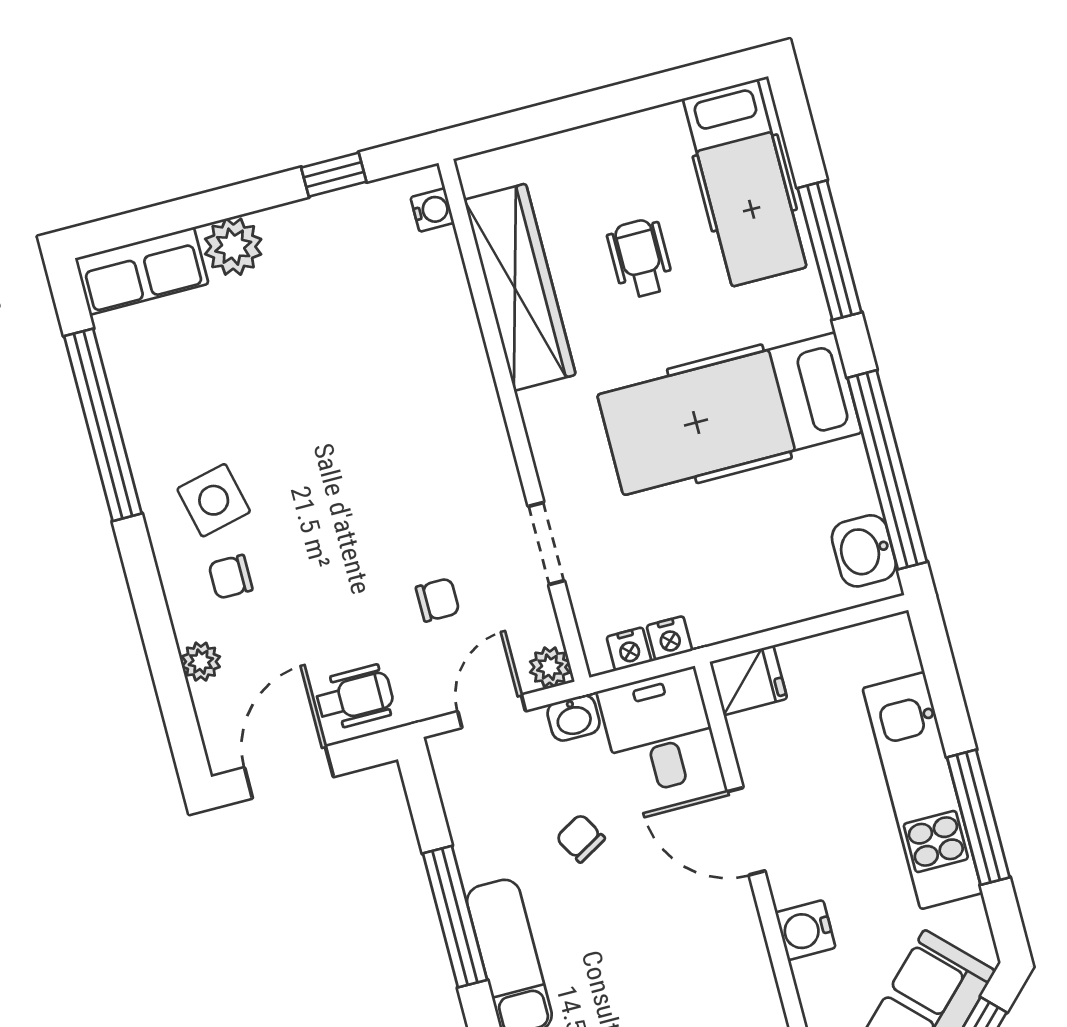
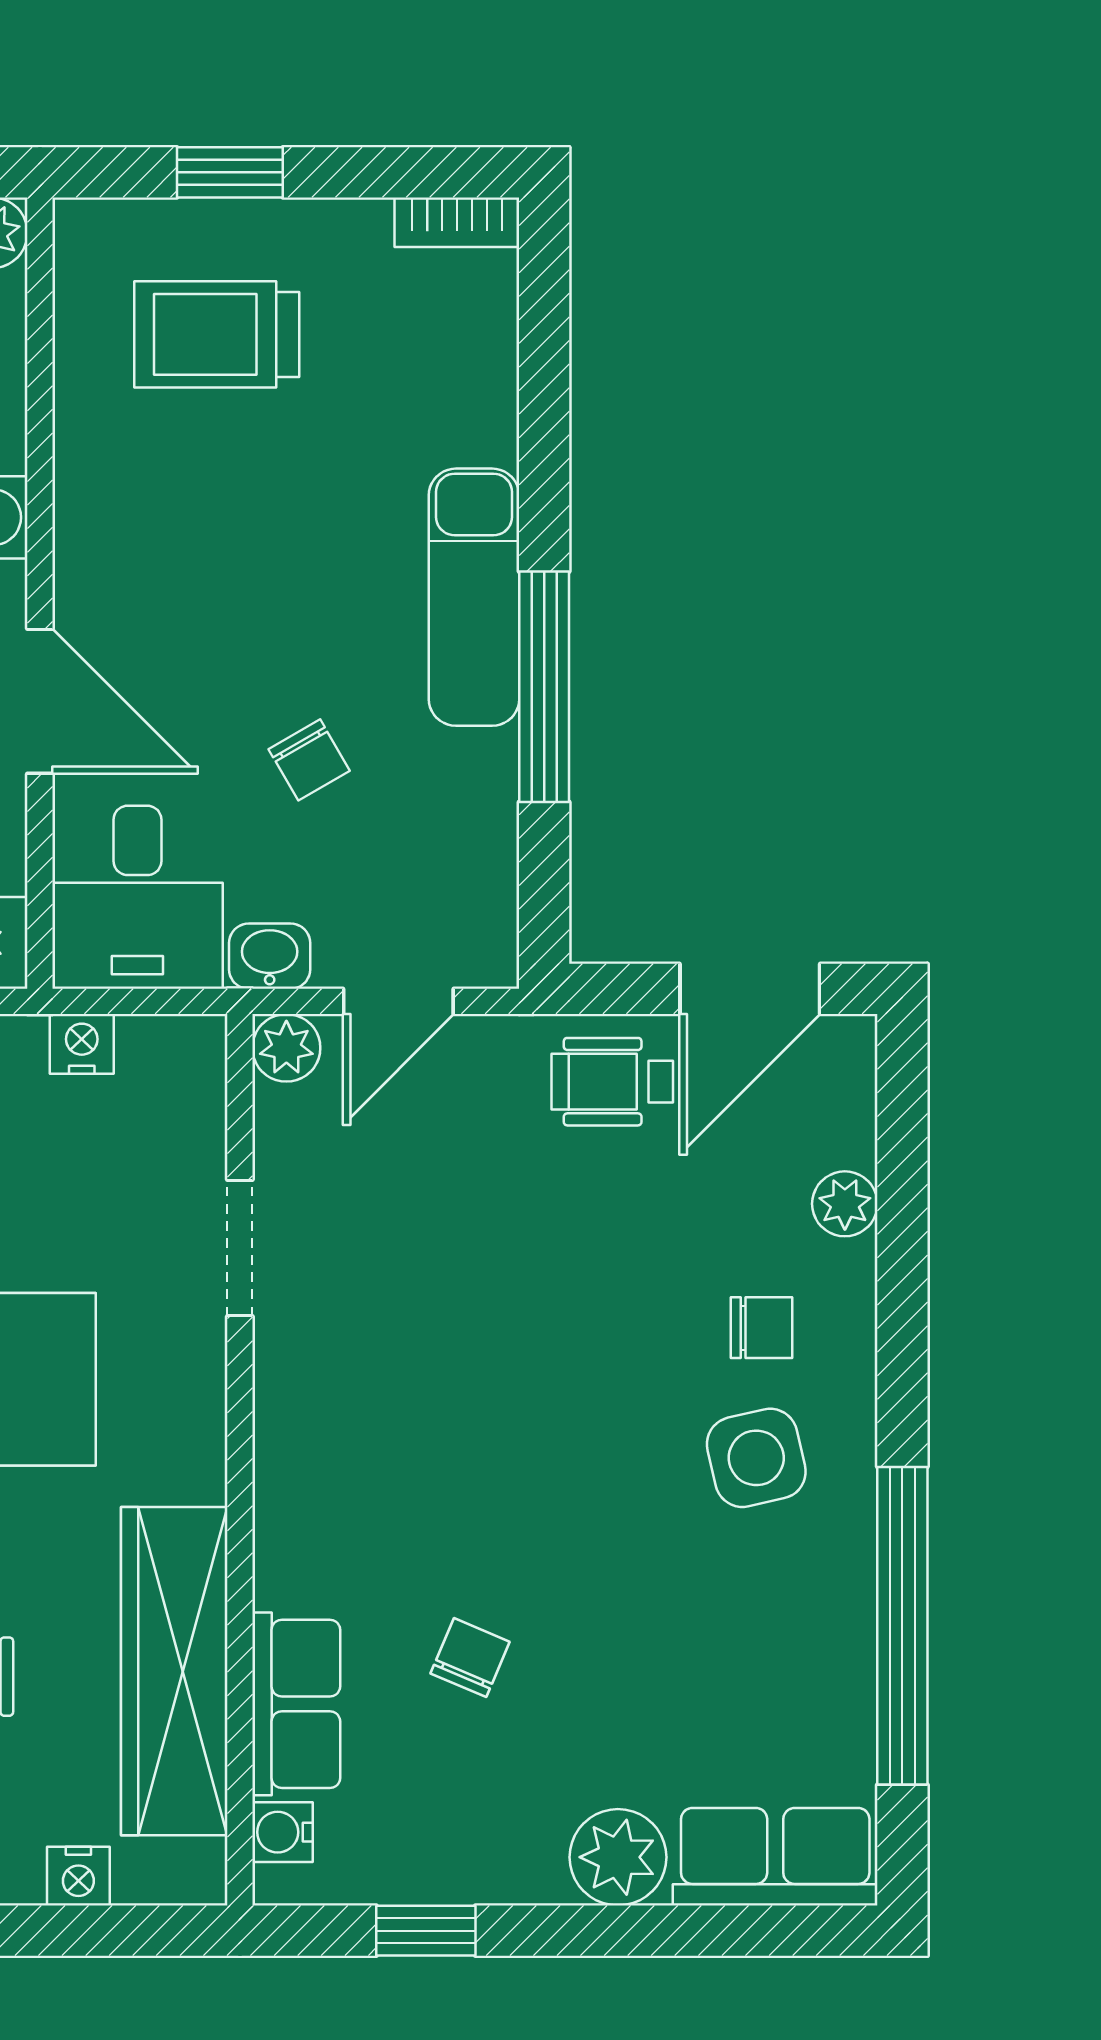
row of seats: (444, 287) -> (296, 1704), added
chair: (438, 600) -> (470, 1658), moved, turned 113
nightstand: (629, 649) -> (78, 1876), moved, turned 180

